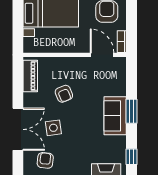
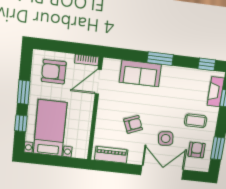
sofa: (115, 116) -> (140, 73), moved
coffee table: (75, 155) -> (196, 121), added
armchair: (45, 160) -> (197, 150), turned 84

